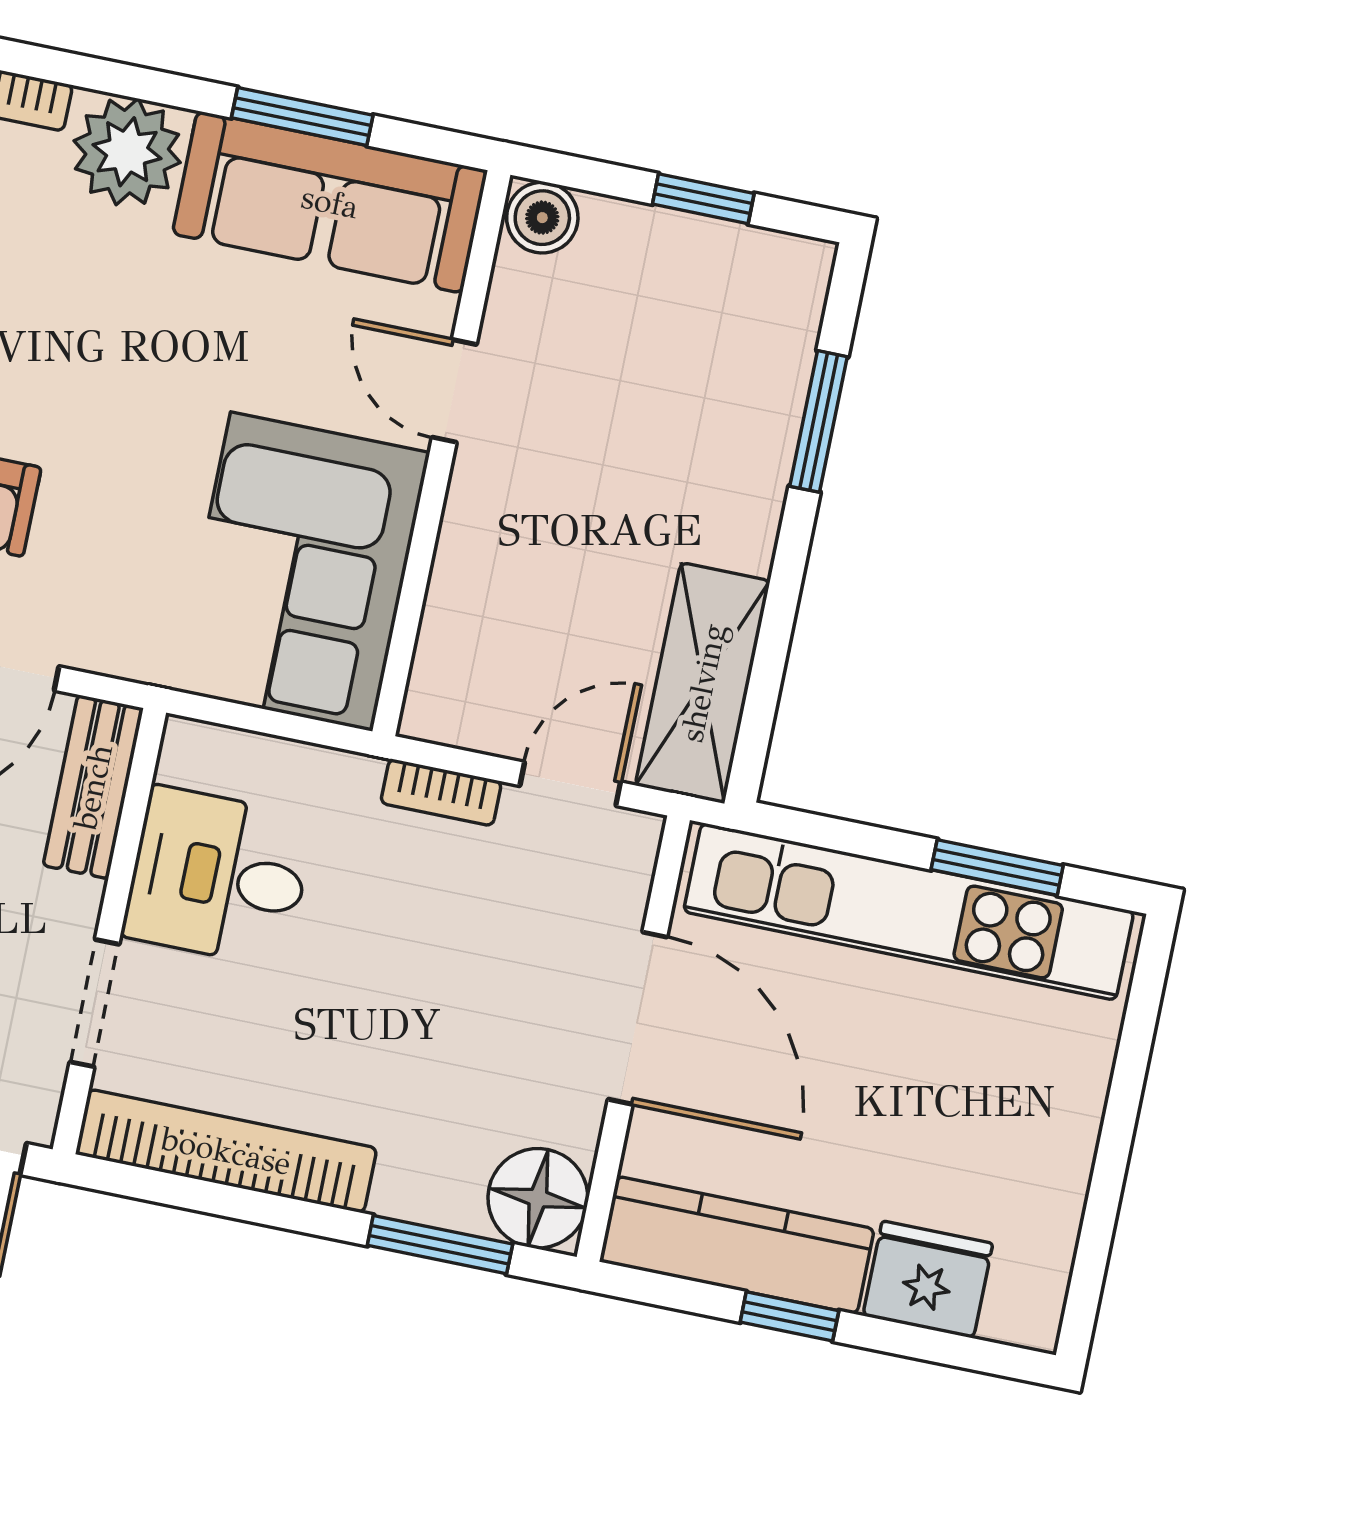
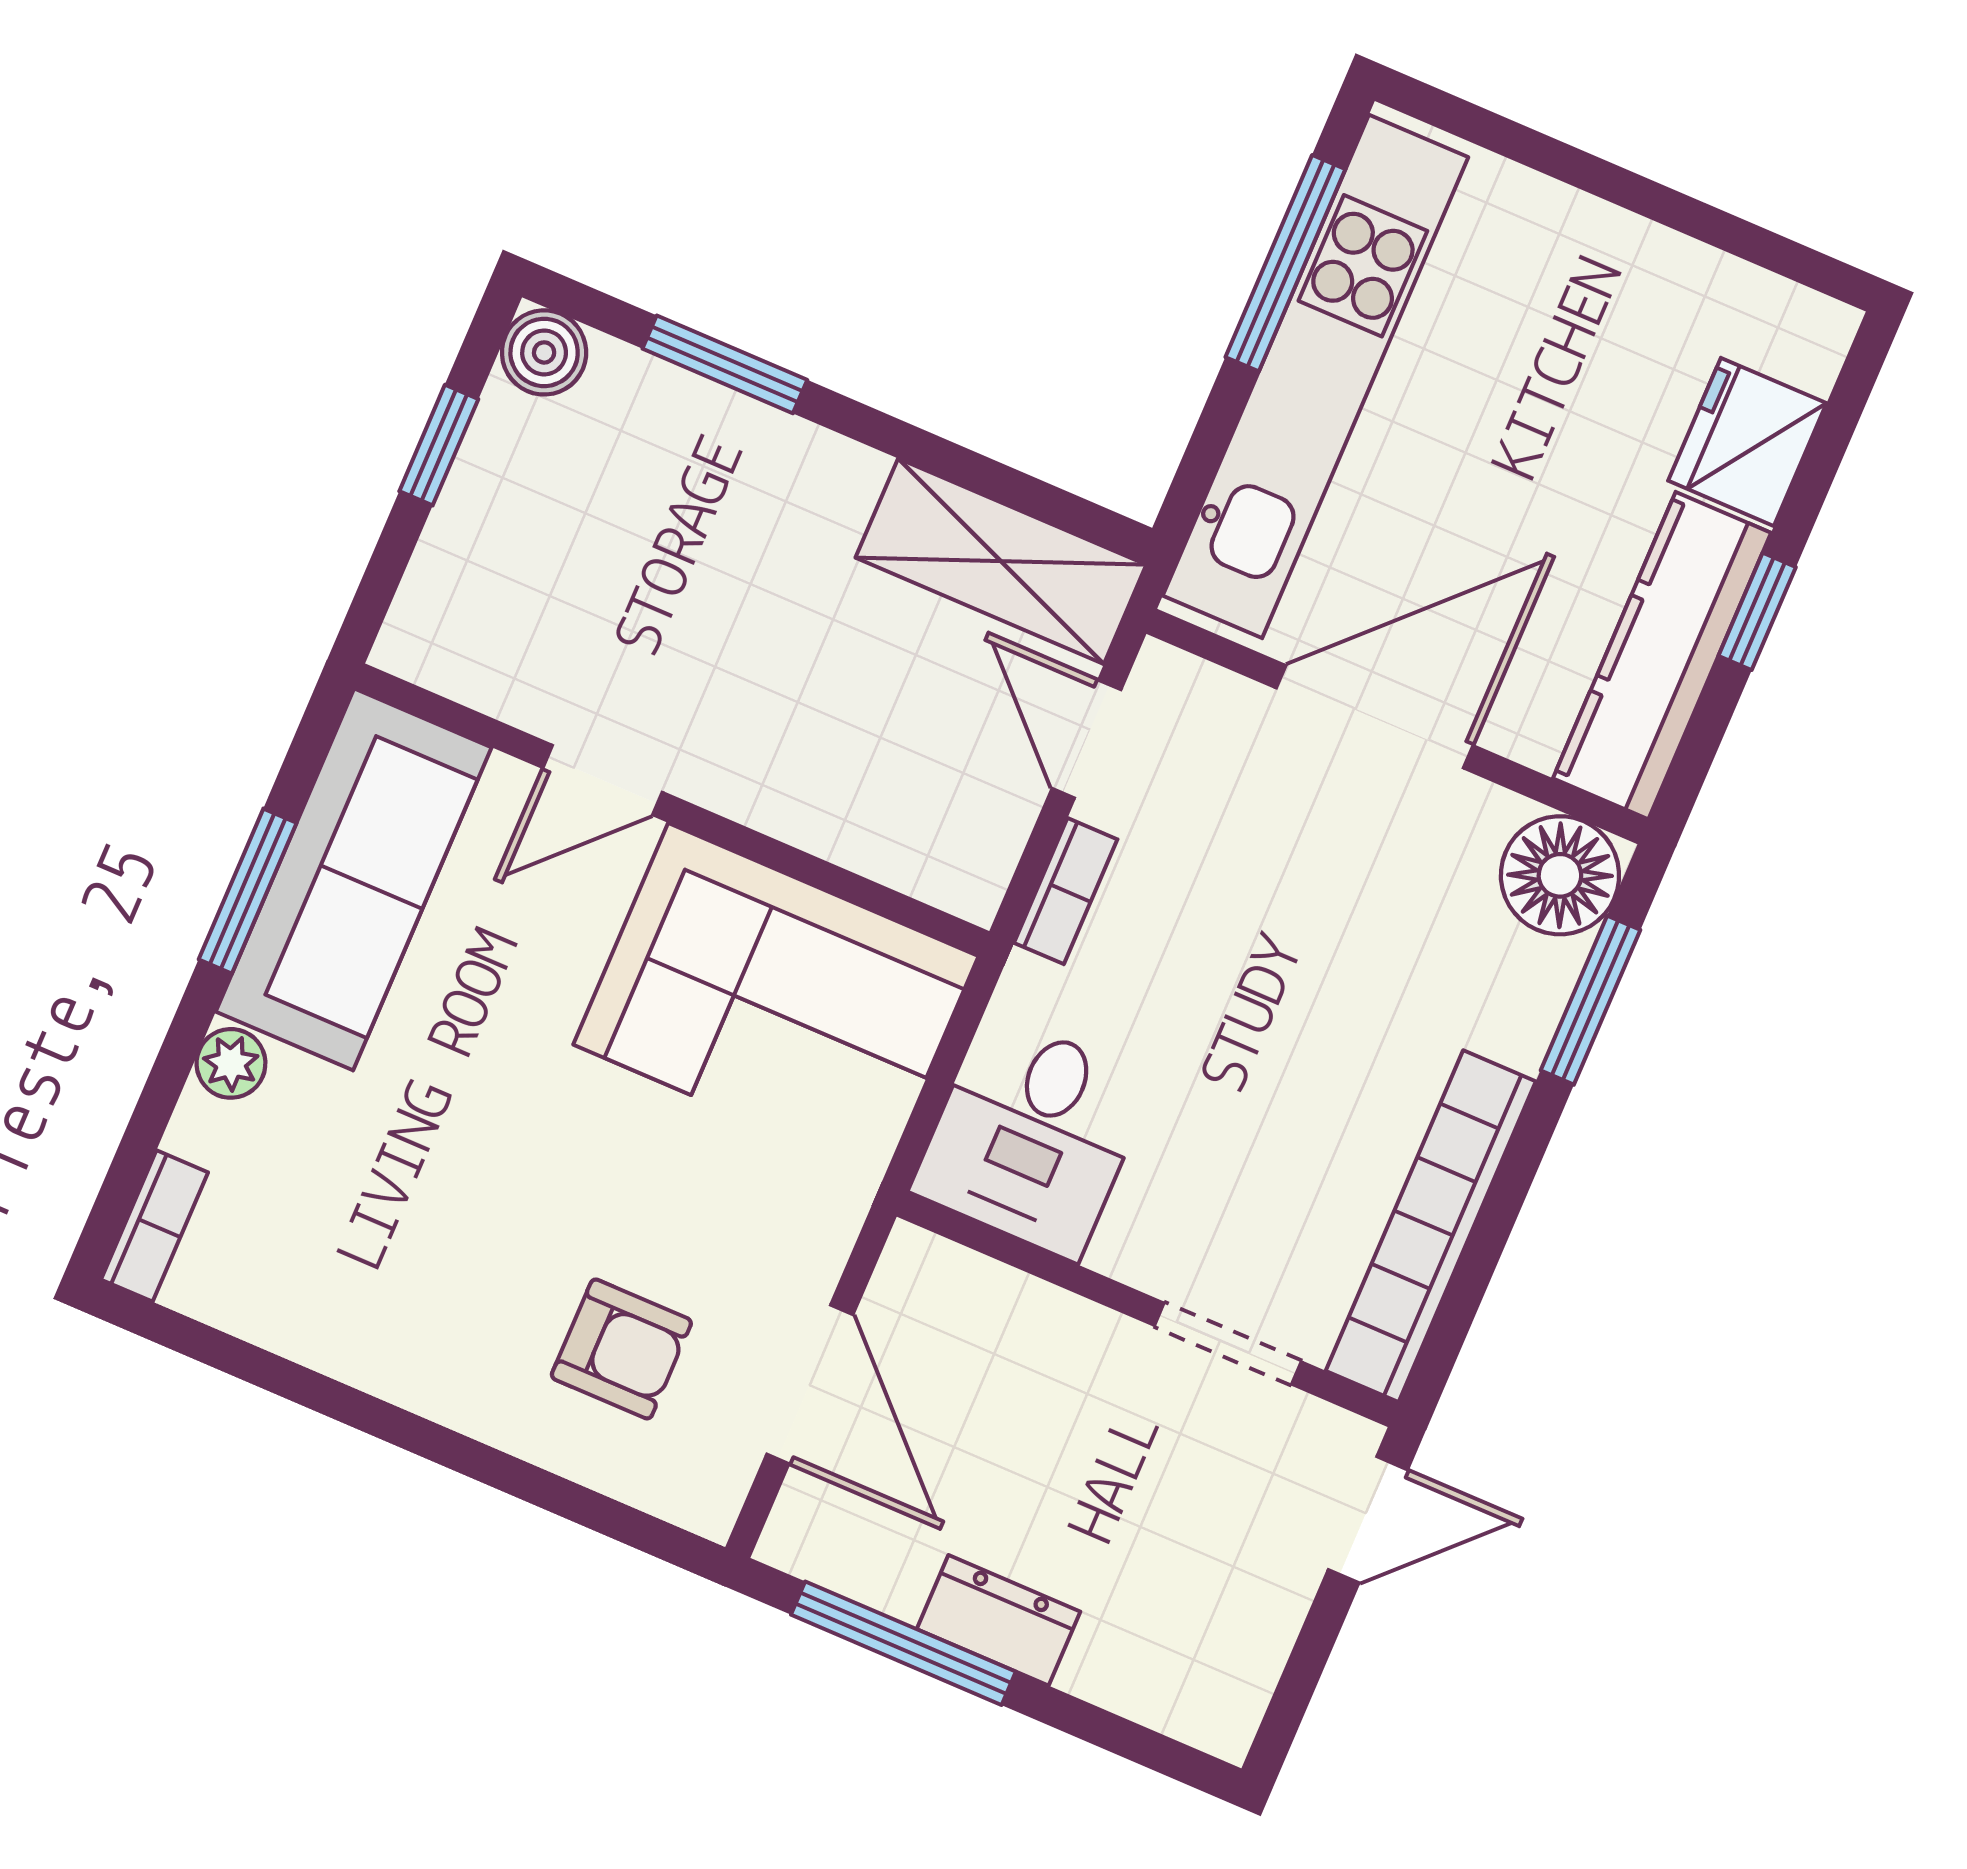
plant: (127, 152) -> (231, 1063), width x0.53, depth x0.53
boiler: (542, 218) -> (544, 352), moved
bench: (93, 787) -> (976, 1294), removed
window: (997, 868) -> (1285, 263), width x1.44
desk: (218, 877) -> (1032, 1136), moved

